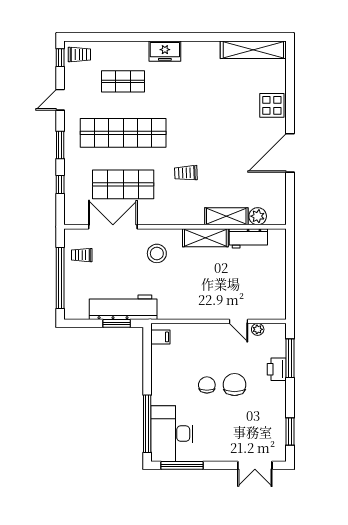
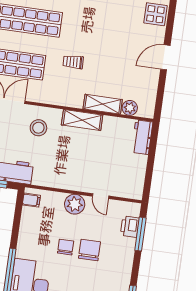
door: (290, 153) -> (165, 57), width x0.73
workbench: (248, 238) -> (142, 137), moved, turned 90
plant: (258, 329) -> (75, 204), moved, width x1.87, depth x1.87
printer: (277, 369) -> (130, 227), moved

